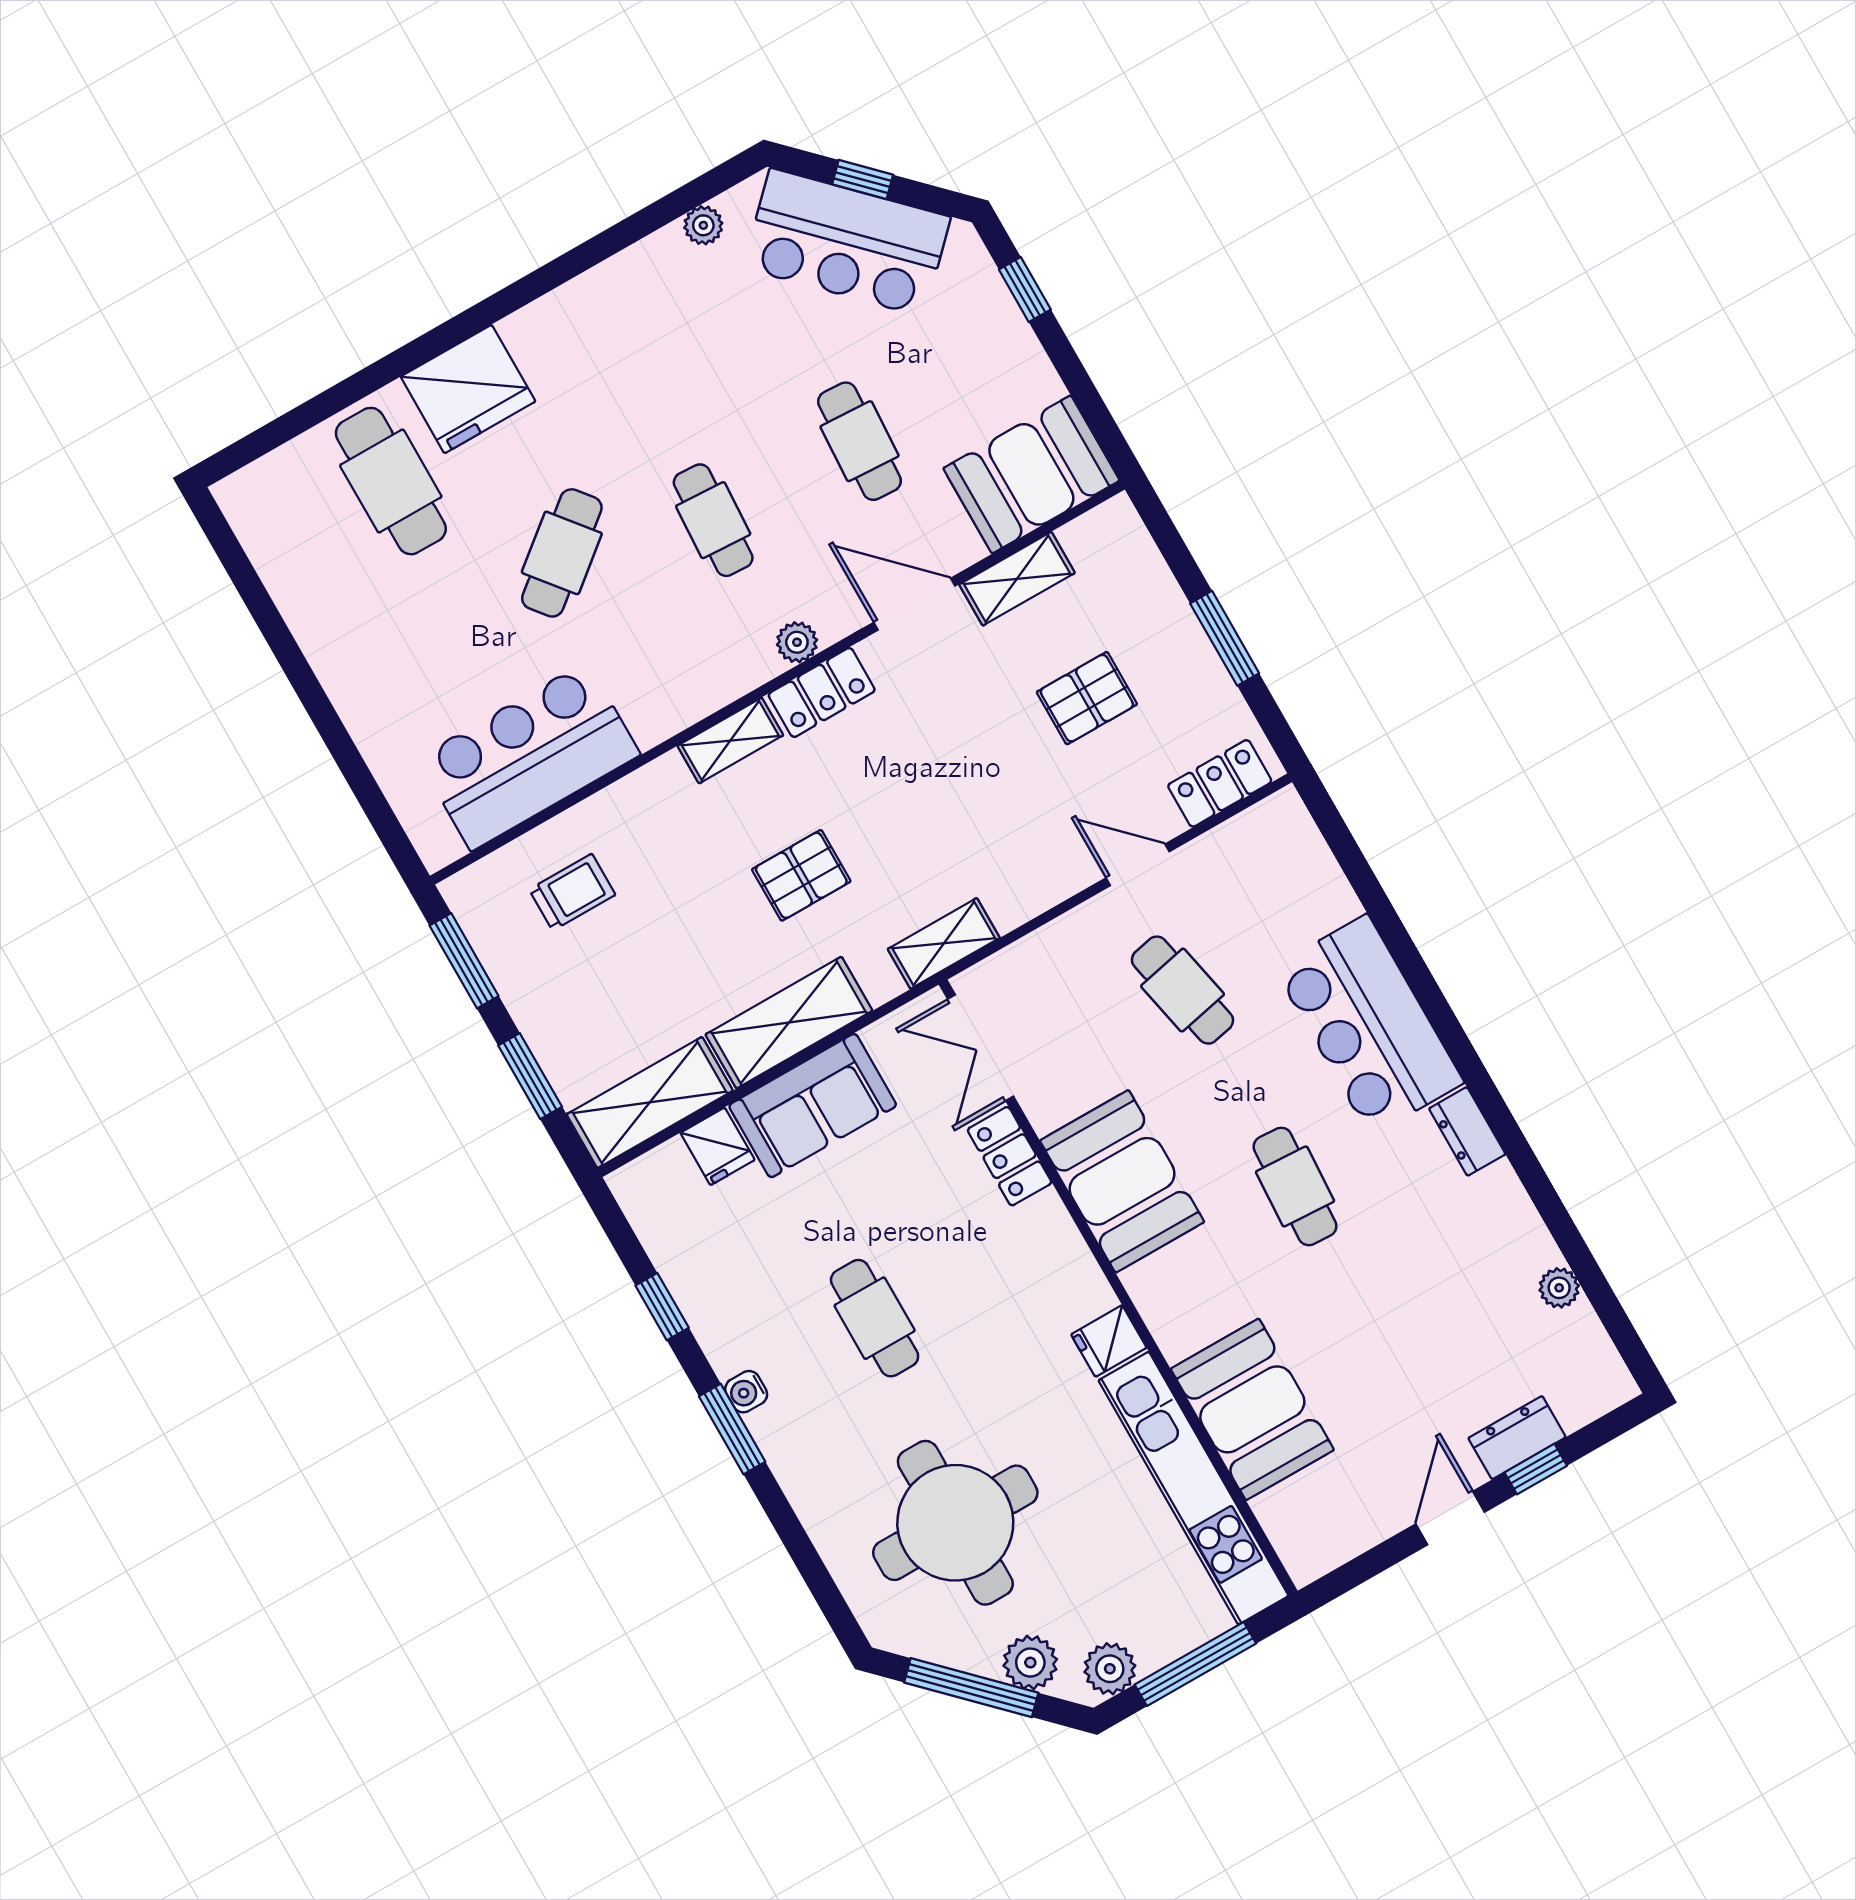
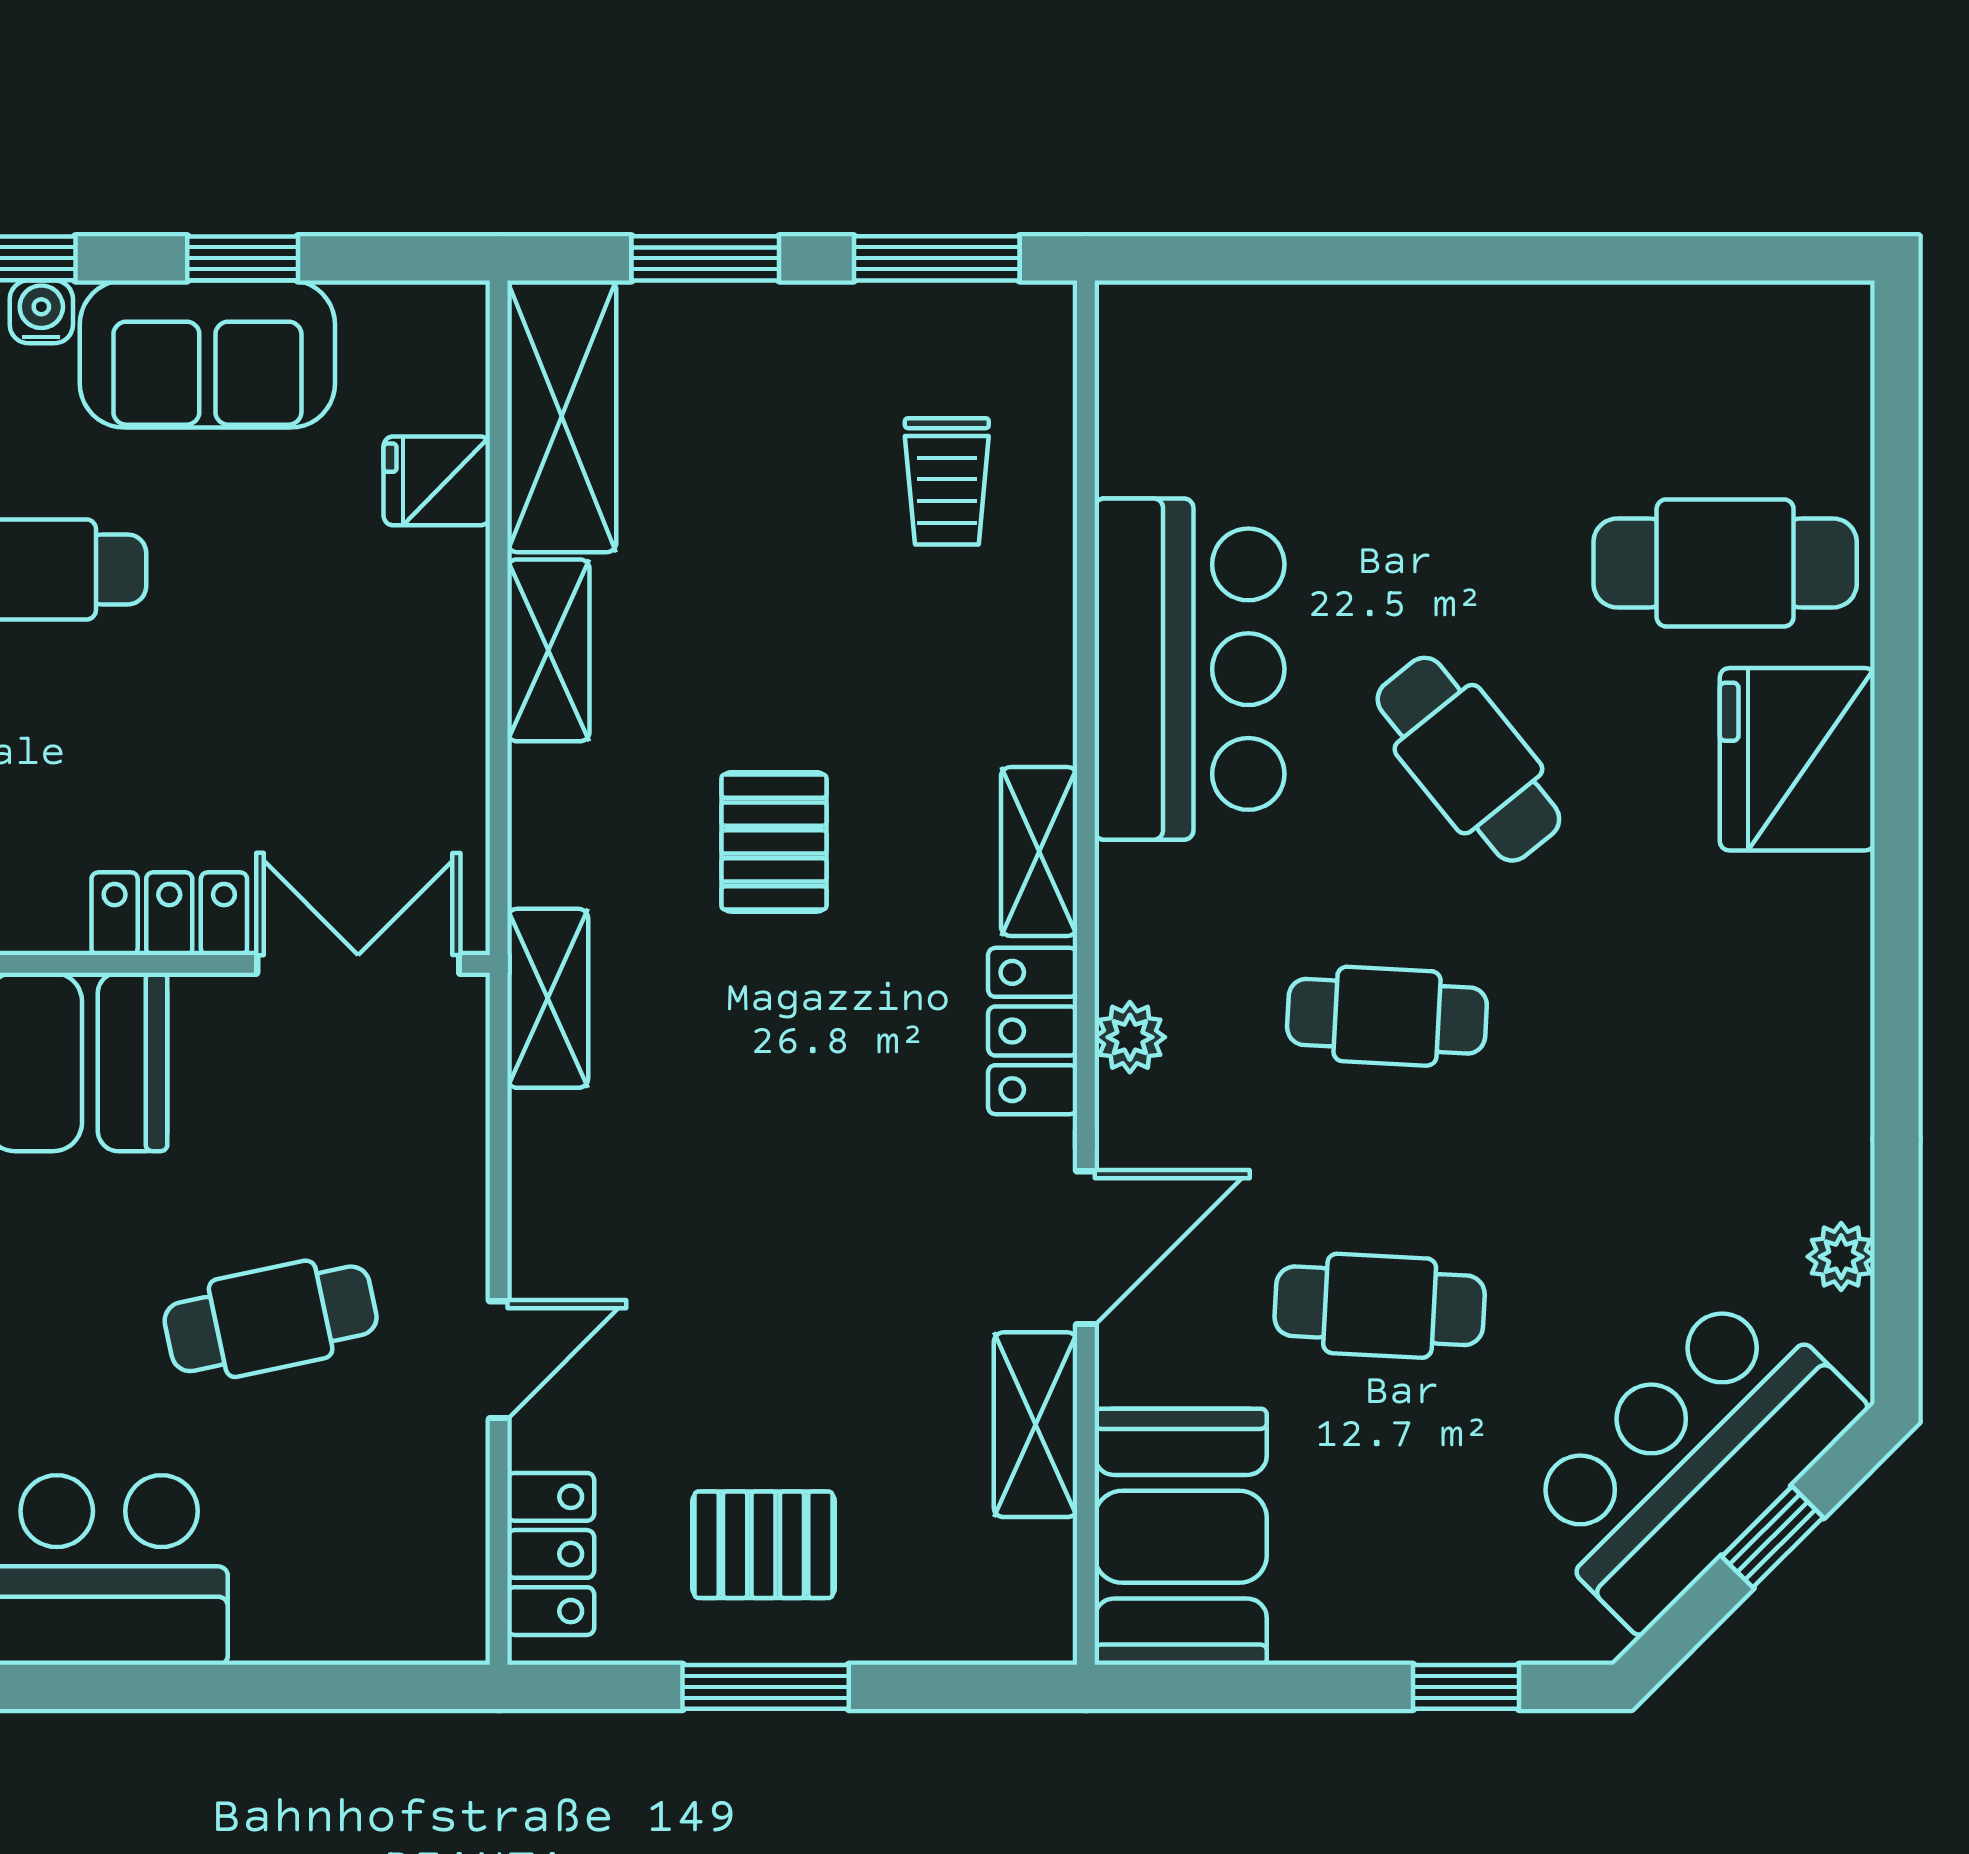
pallet: (1087, 698) -> (764, 1545), moved, turned 90
bar counter: (529, 756) -> (1190, 669), moved
shelving: (789, 1023) -> (548, 650), width x0.67, depth x0.75
sofa: (813, 1106) -> (207, 354), moved, turned -90

